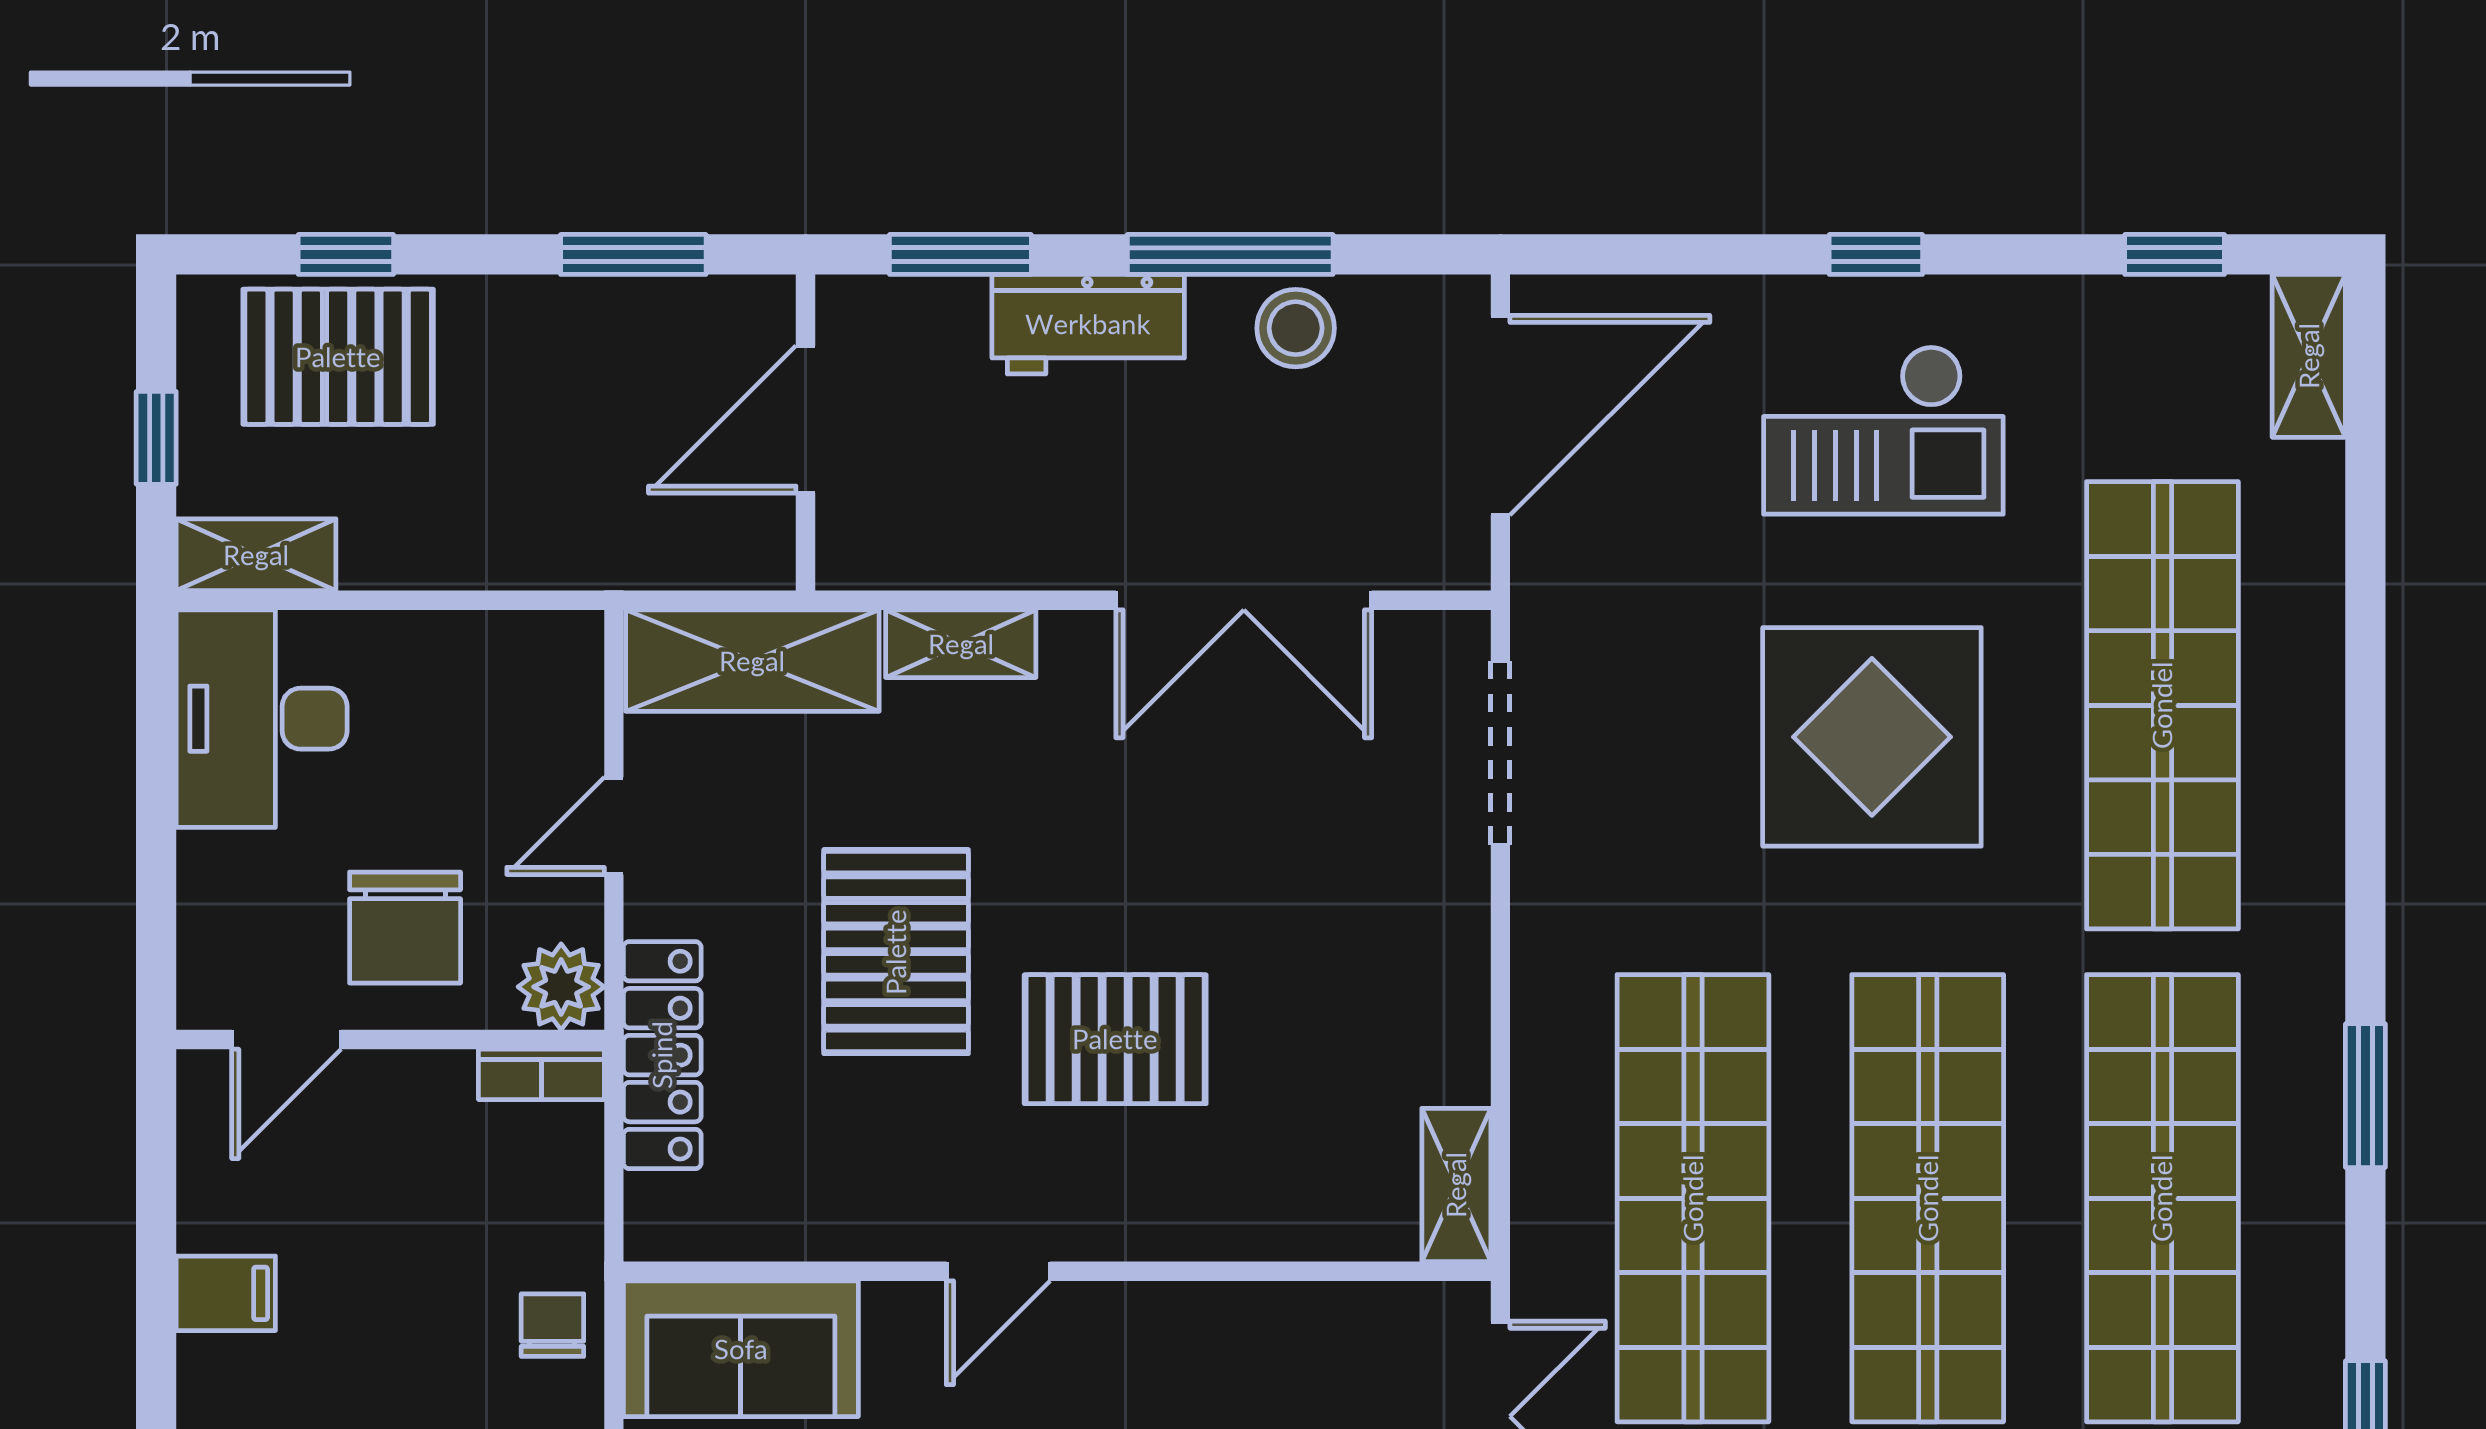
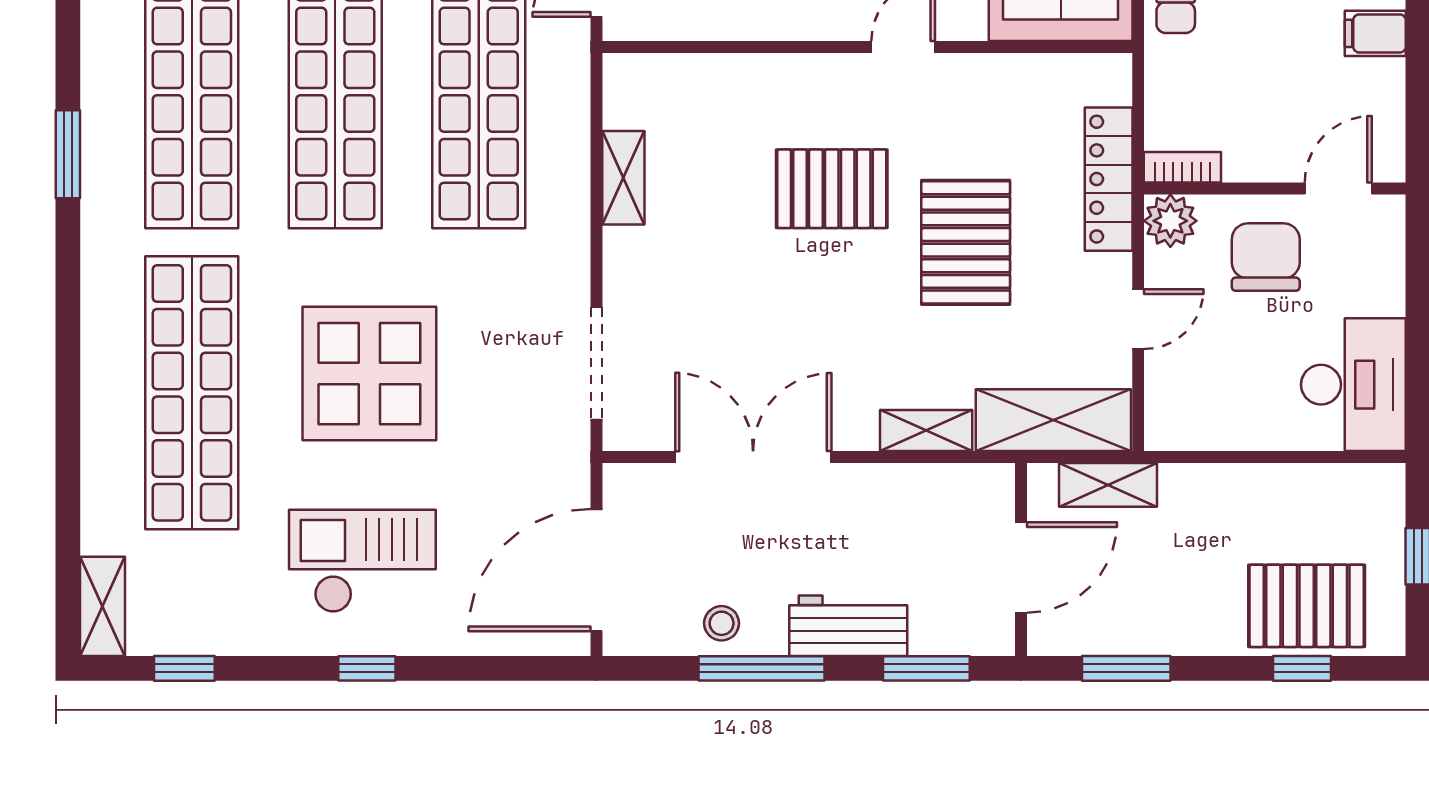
stool: (1296, 328) -> (722, 623), width x0.73, depth x0.73
shelving: (256, 555) -> (1108, 485), moved
shelving: (1456, 1185) -> (623, 178), moved

